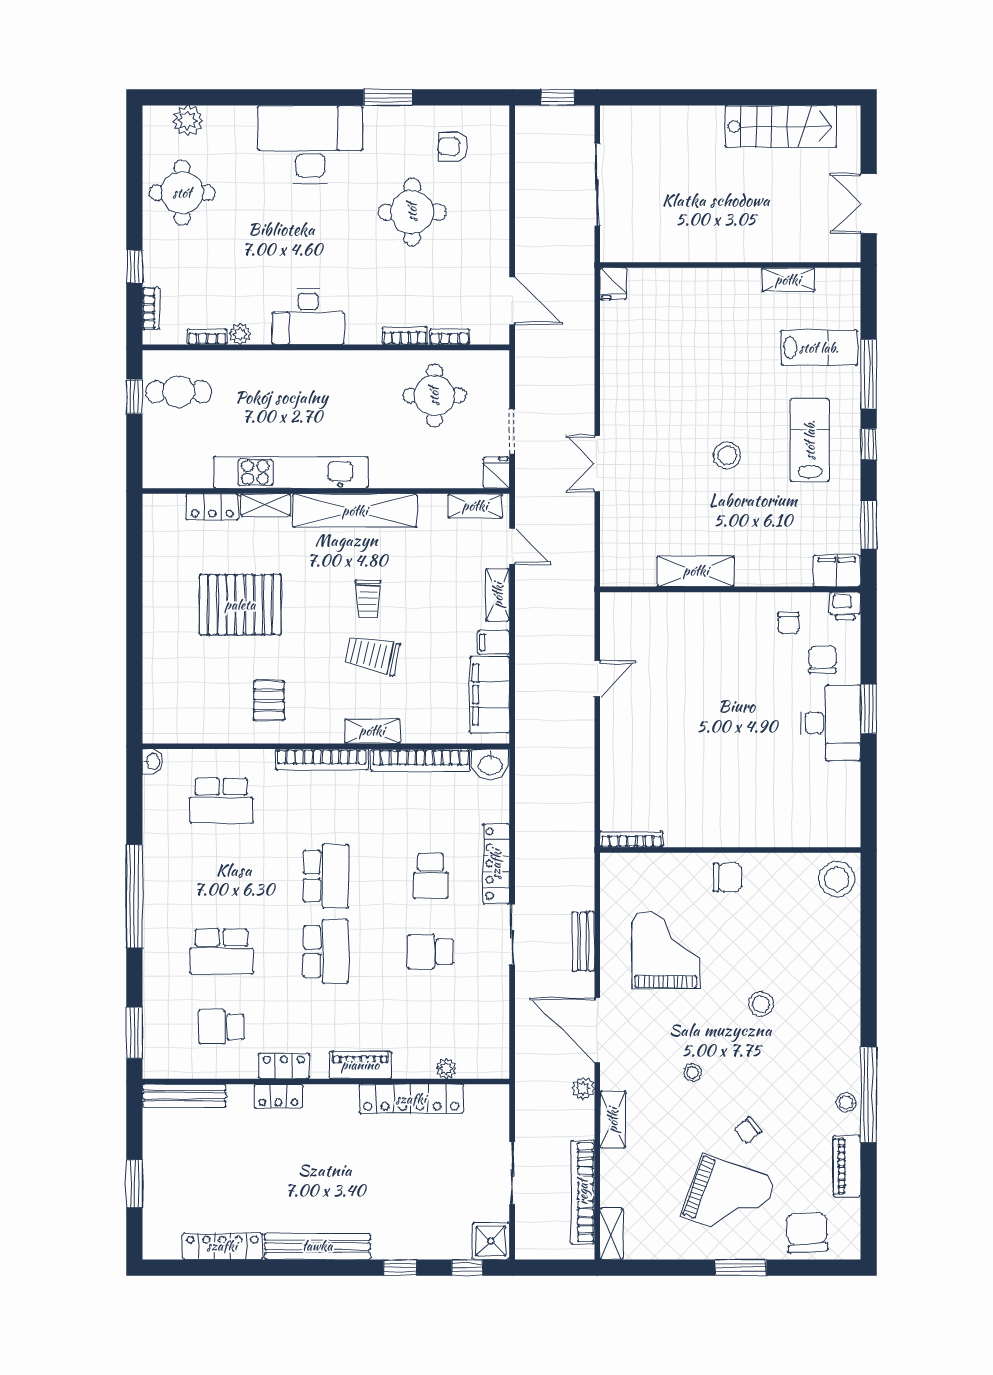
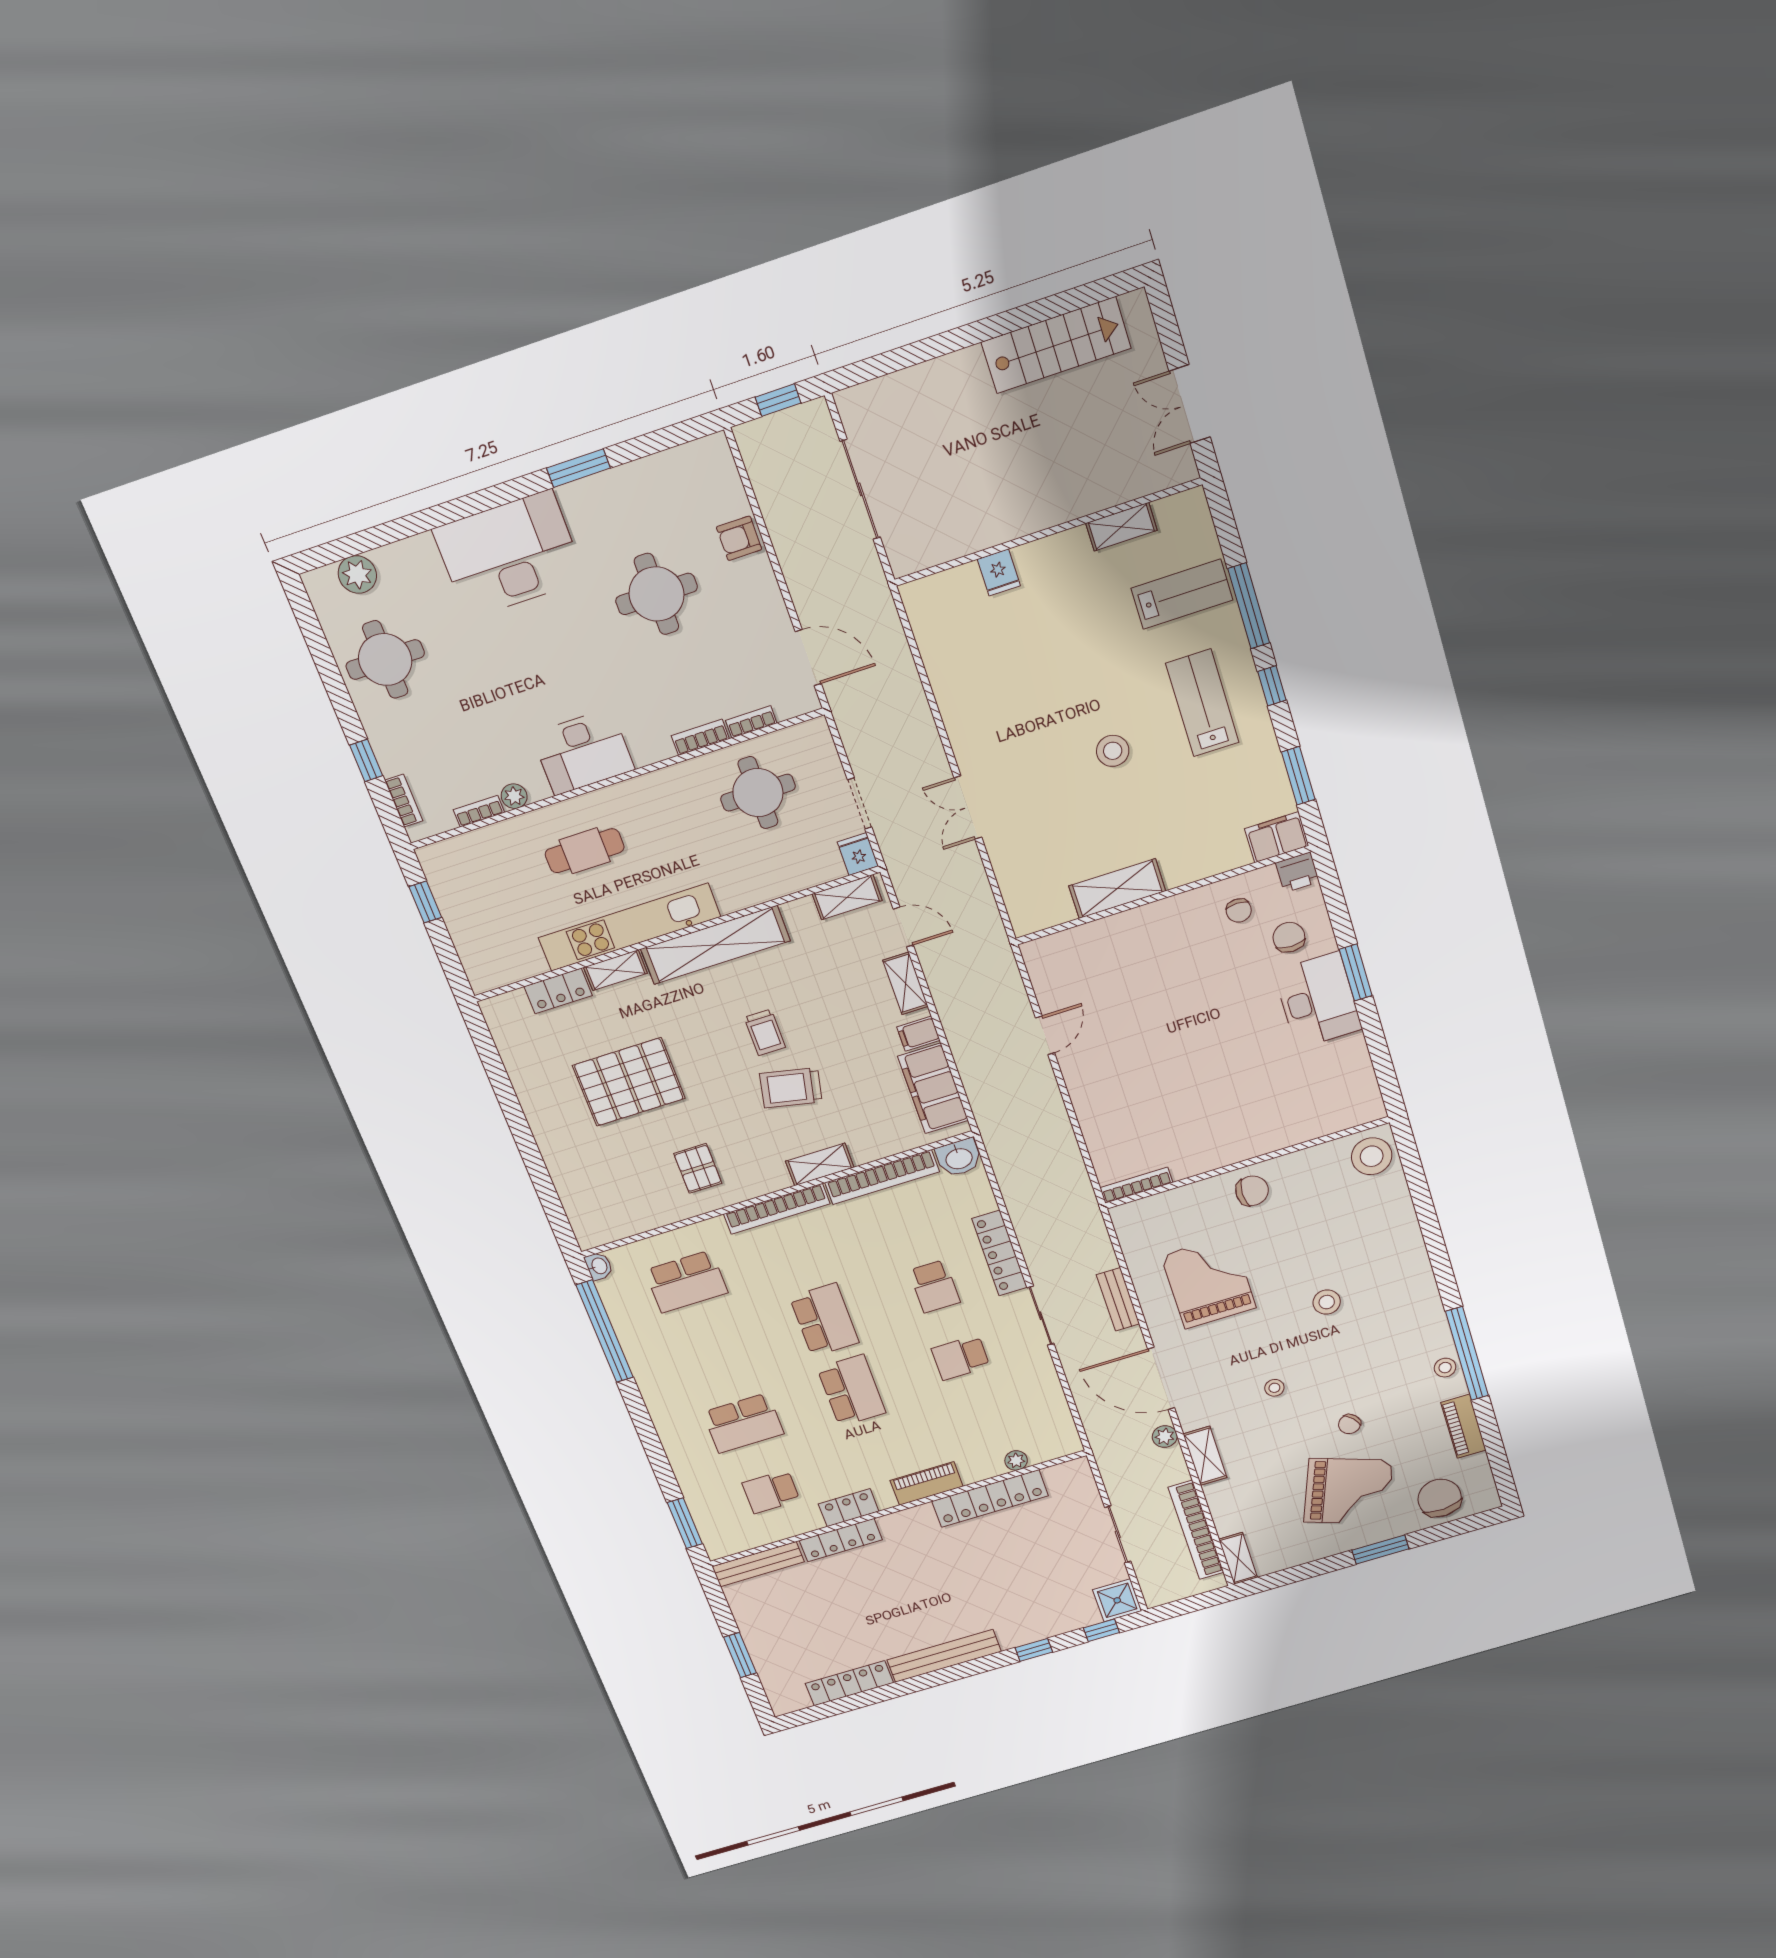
armchair: (453, 147) -> (739, 538), moved
fridge: (613, 284) -> (999, 573), moved
cafe table: (179, 392) -> (585, 851), moved
window: (134, 896) -> (605, 1331), moved
locker: (278, 1096) -> (841, 1540), width x1.53

